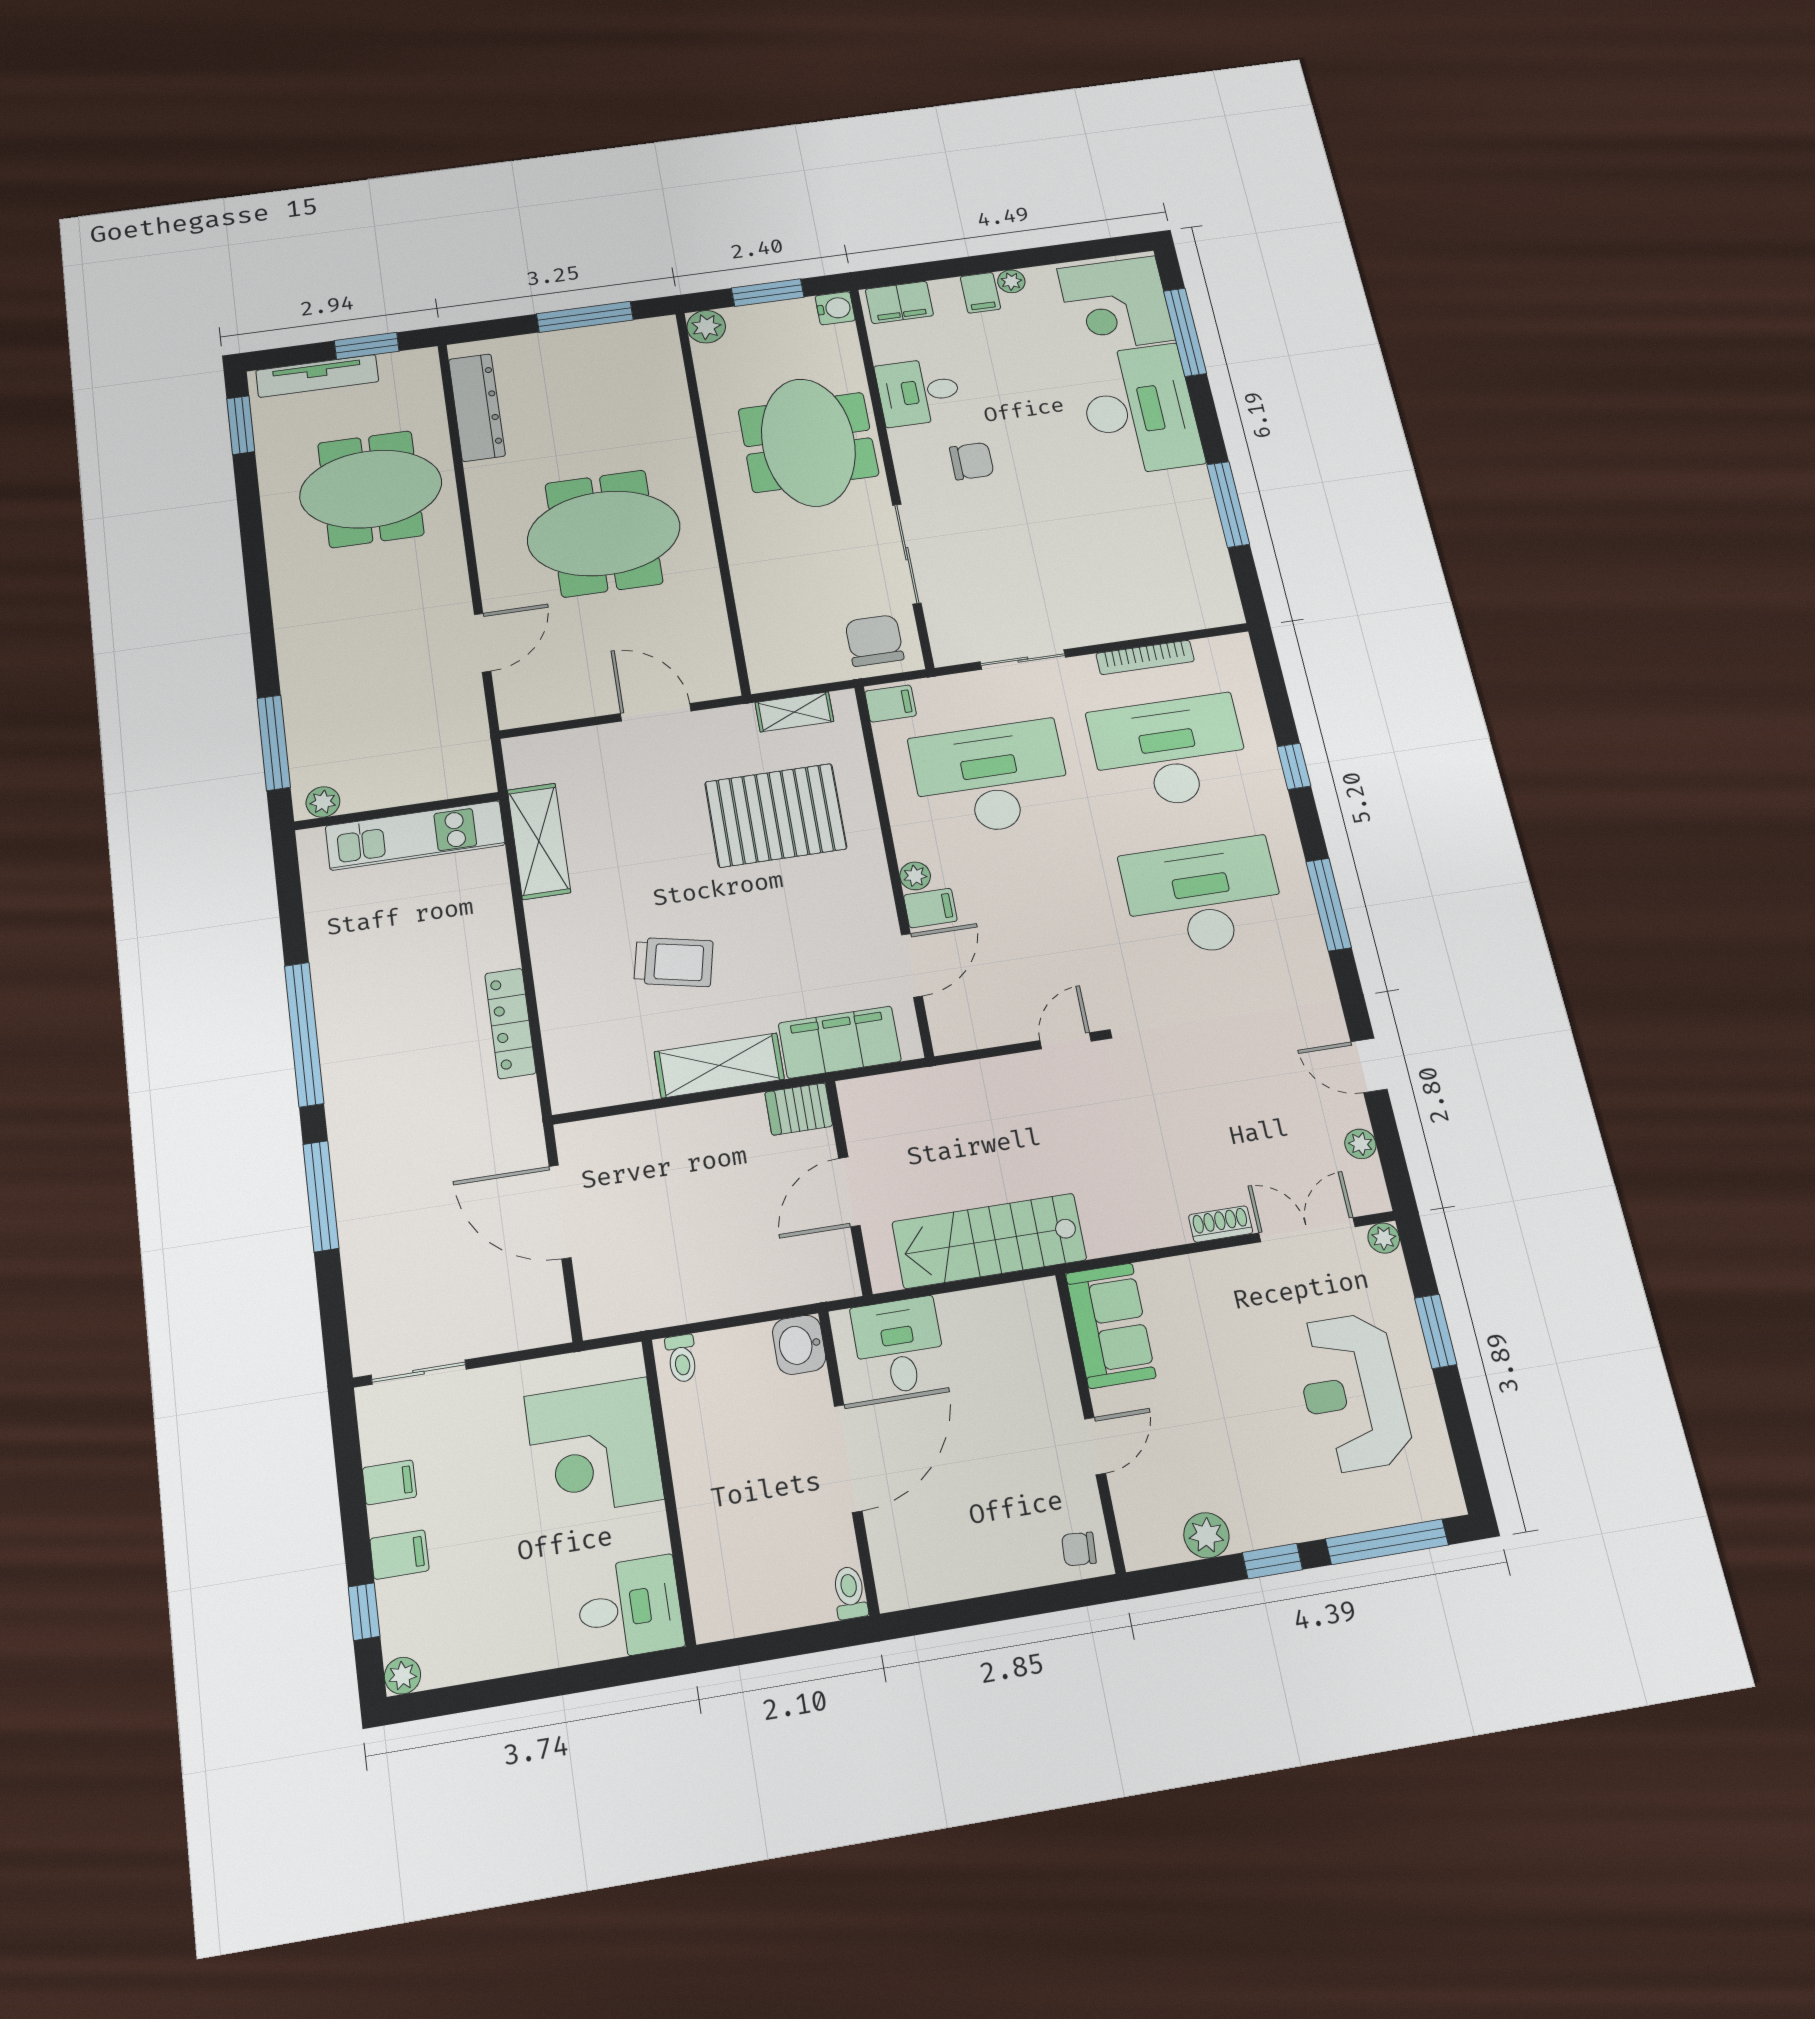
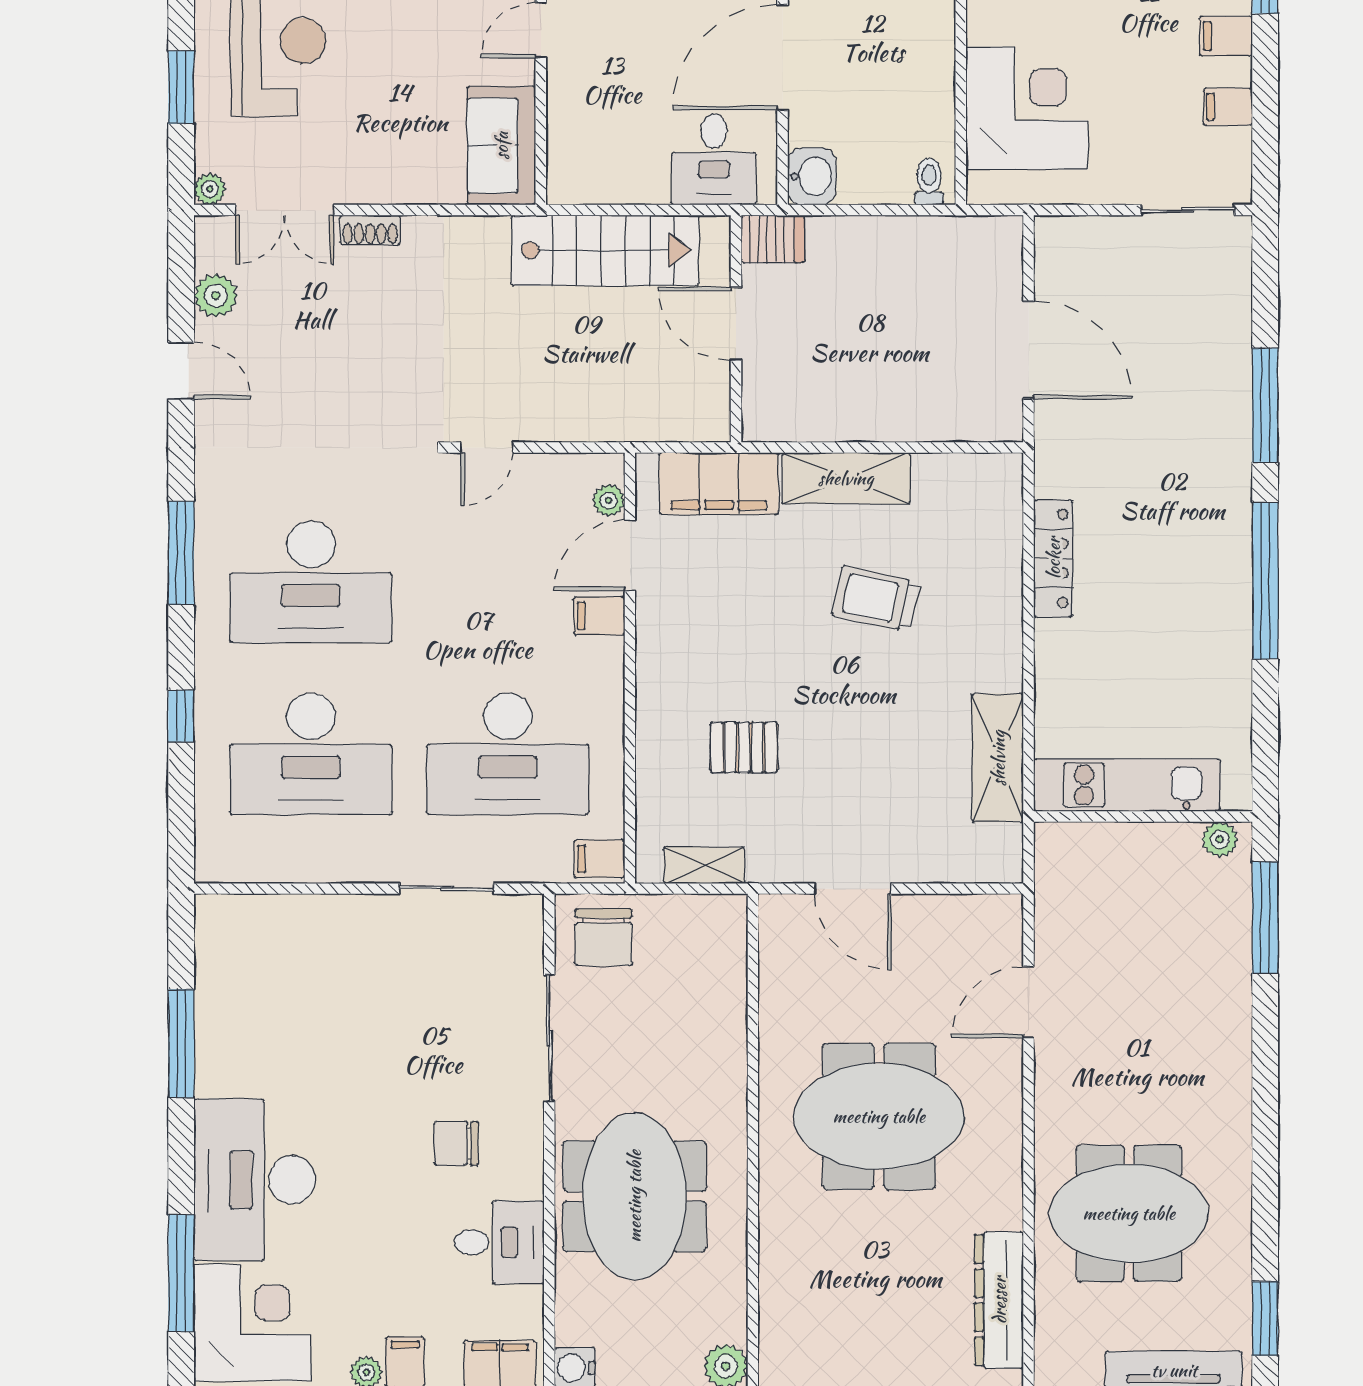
bookcase: (1145, 657) -> (313, 870), removed
pallet: (776, 815) -> (744, 747), width x0.49, depth x0.50
plant: (915, 876) -> (609, 500), moved
server rack: (799, 1109) -> (773, 239), moved
plant: (1360, 1144) -> (216, 296), width x1.38, depth x1.38
door: (849, 1192) -> (736, 324), swing flipped

